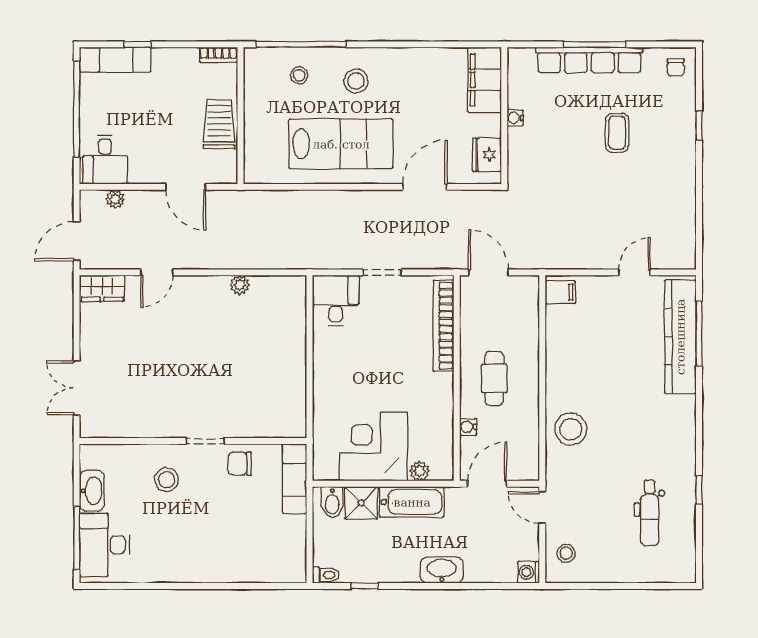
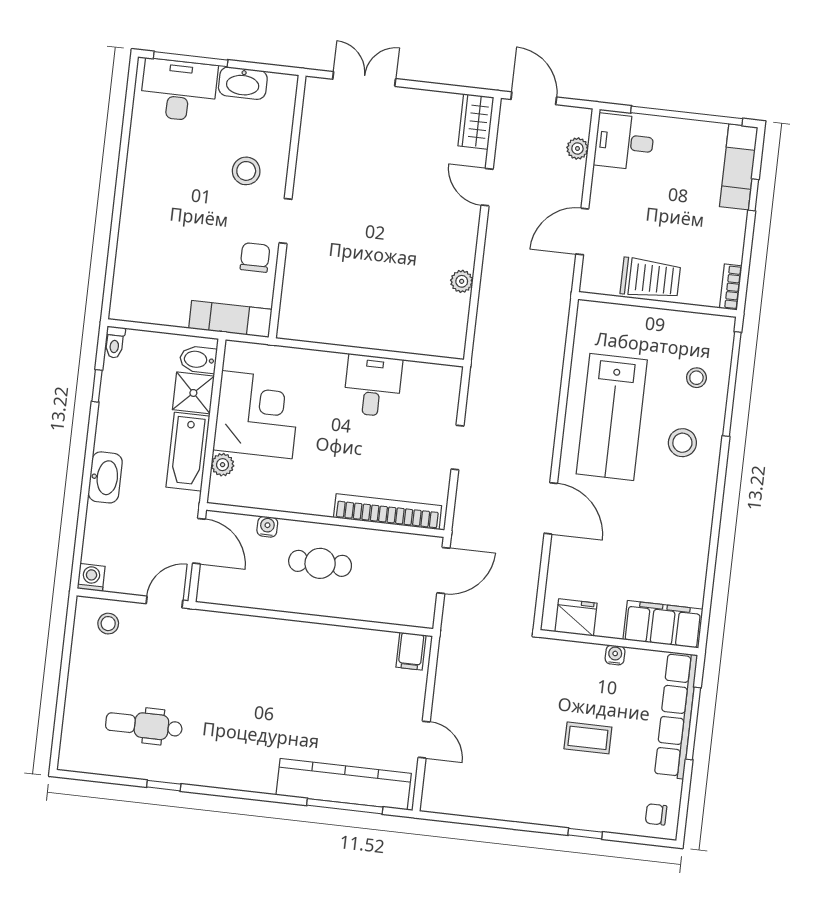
filing cabinet: (484, 80) -> (663, 624), moved
wall: (504, 116) -> (619, 643), moved
water cooler: (515, 118) -> (615, 655), moved
fridge: (487, 155) -> (576, 618), moved
desk: (336, 300) -> (373, 386), moved, turned -90
stool: (571, 429) -> (251, 645), removed

